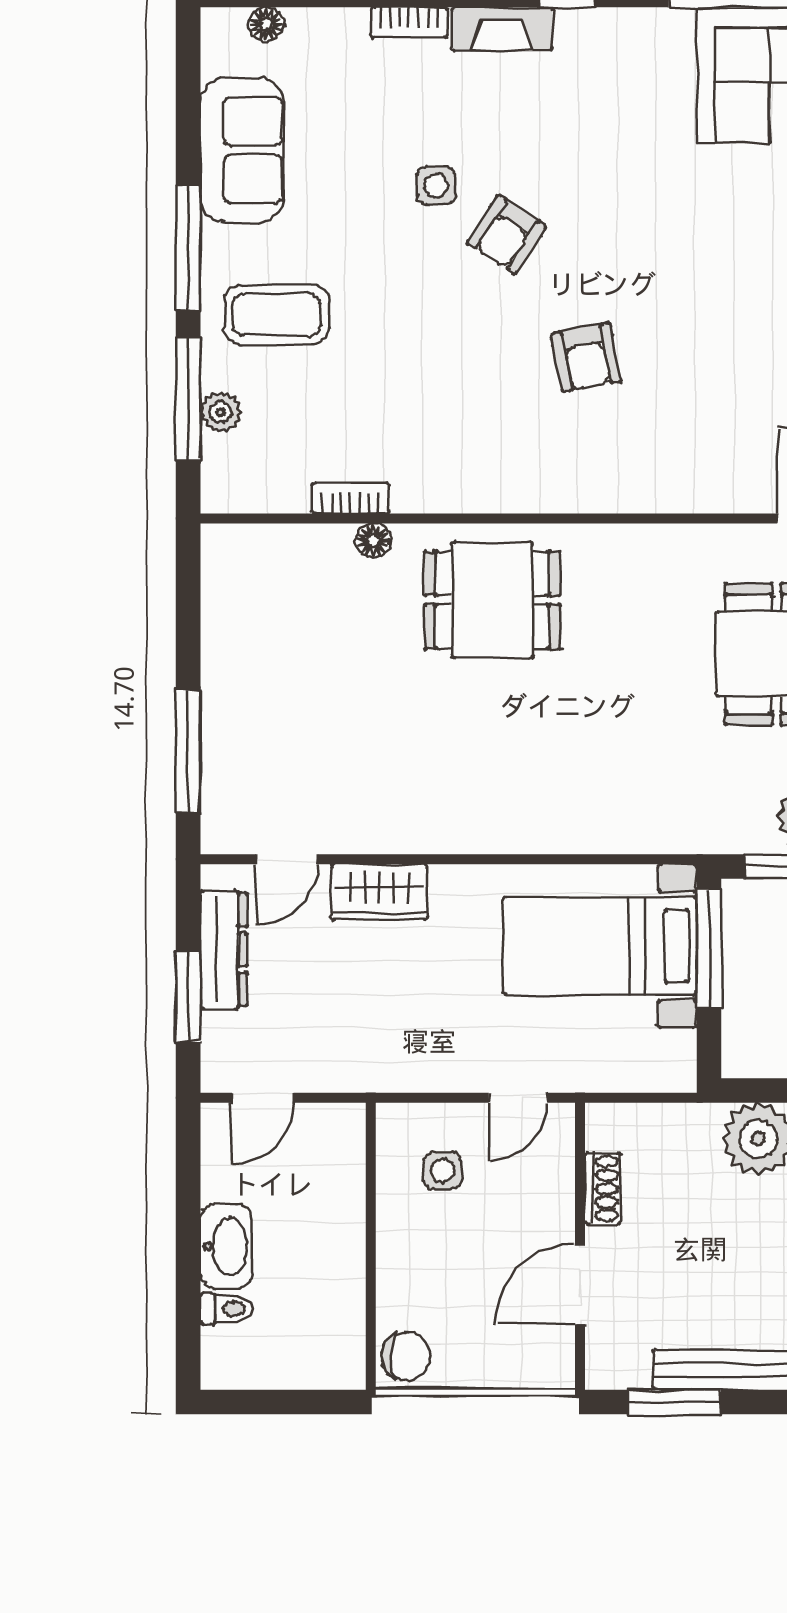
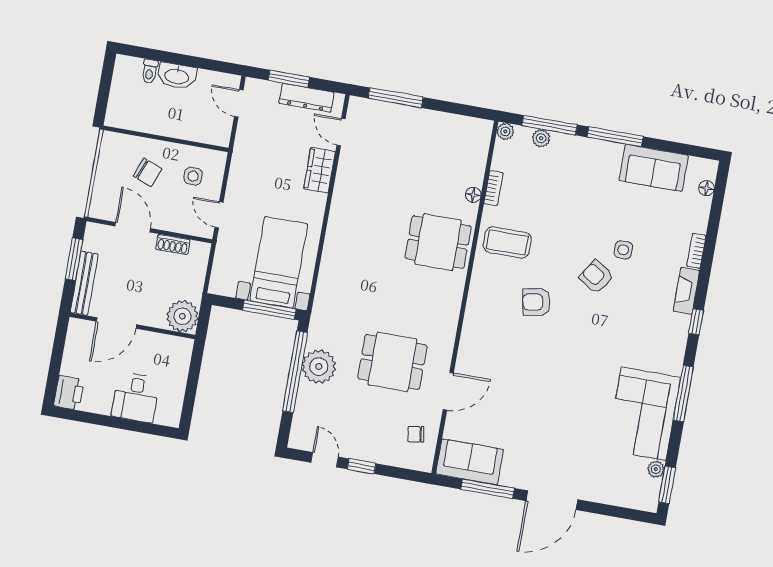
coffee table: (277, 315) -> (507, 242), moved, turned 90
plant: (220, 494) -> (505, 131), added
dining table: (492, 600) -> (438, 242), turned 90
chair: (406, 1356) -> (148, 172), moved, turned -69

